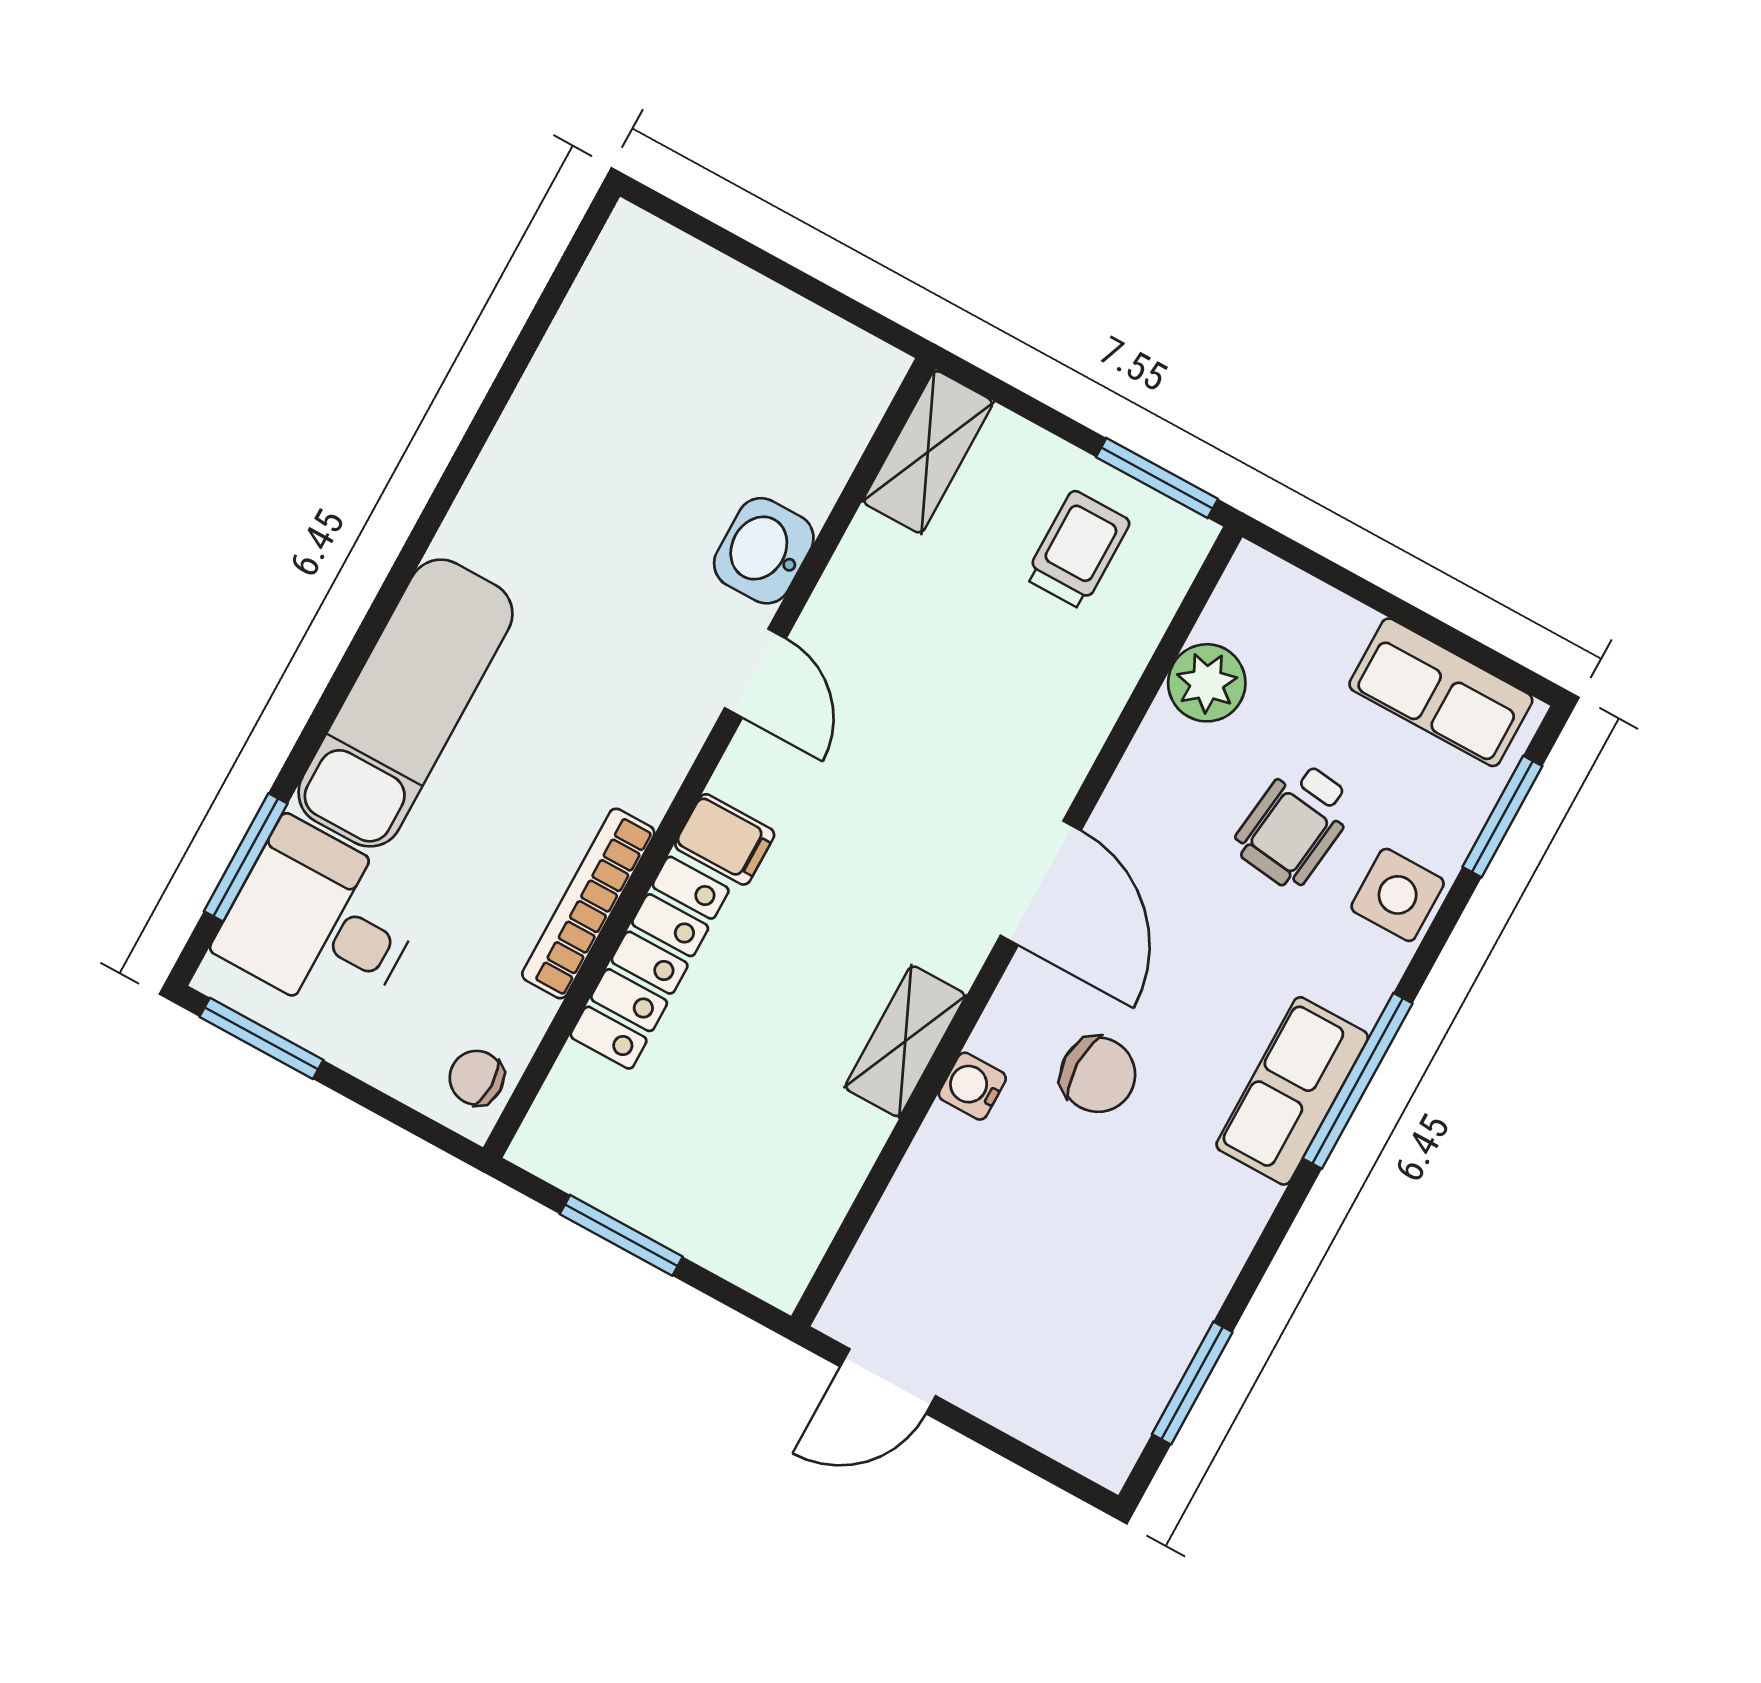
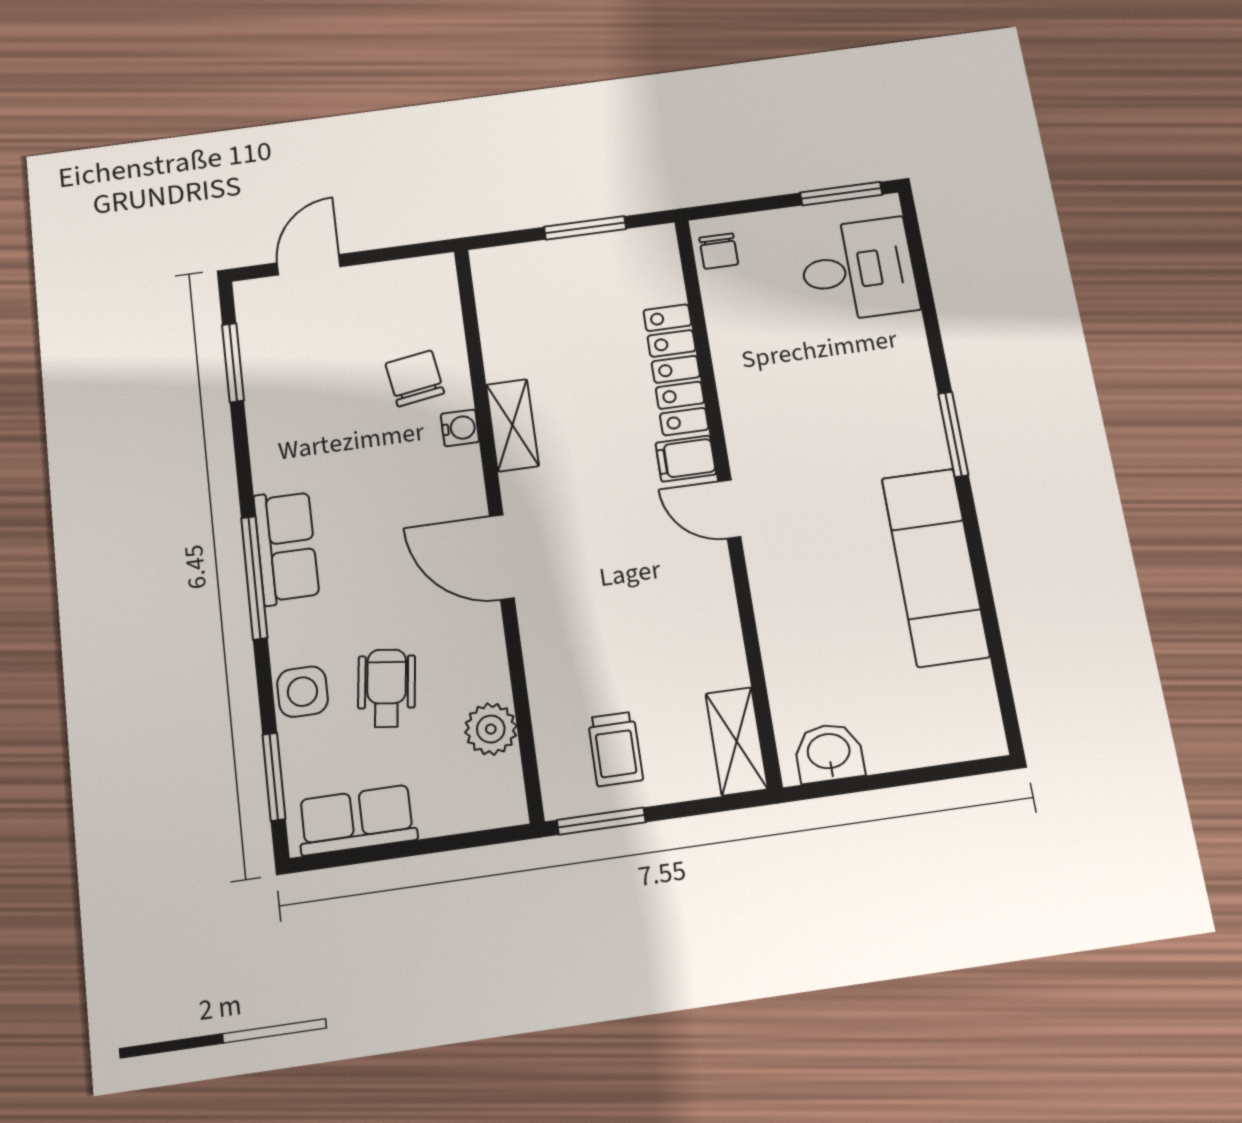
washbasin: (764, 551) -> (829, 753), moved, turned -90
door: (755, 673) -> (729, 509), moved
exam couch: (405, 703) -> (935, 567), moved
window: (246, 857) -> (953, 434), moved
bookcase: (588, 903) -> (731, 376), removed
chair: (1098, 1075) -> (415, 378), moved, turned 81
chair: (477, 1078) -> (719, 251), turned 90
door: (888, 1381) -> (309, 265), moved

